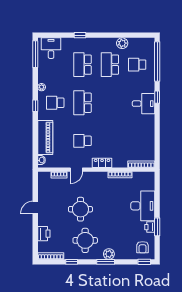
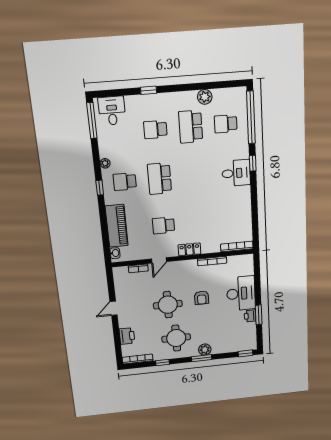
school desk: (83, 65) -> (155, 130), width x0.54
armchair: (143, 247) -> (202, 298), moved

